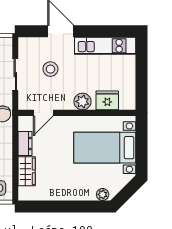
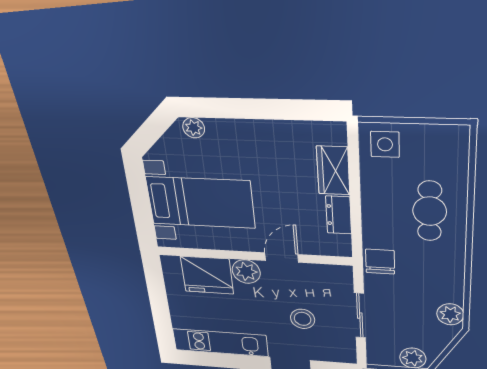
fridge: (107, 100) -> (207, 275), width x1.36, depth x1.34
door: (43, 113) -> (282, 258), moved

